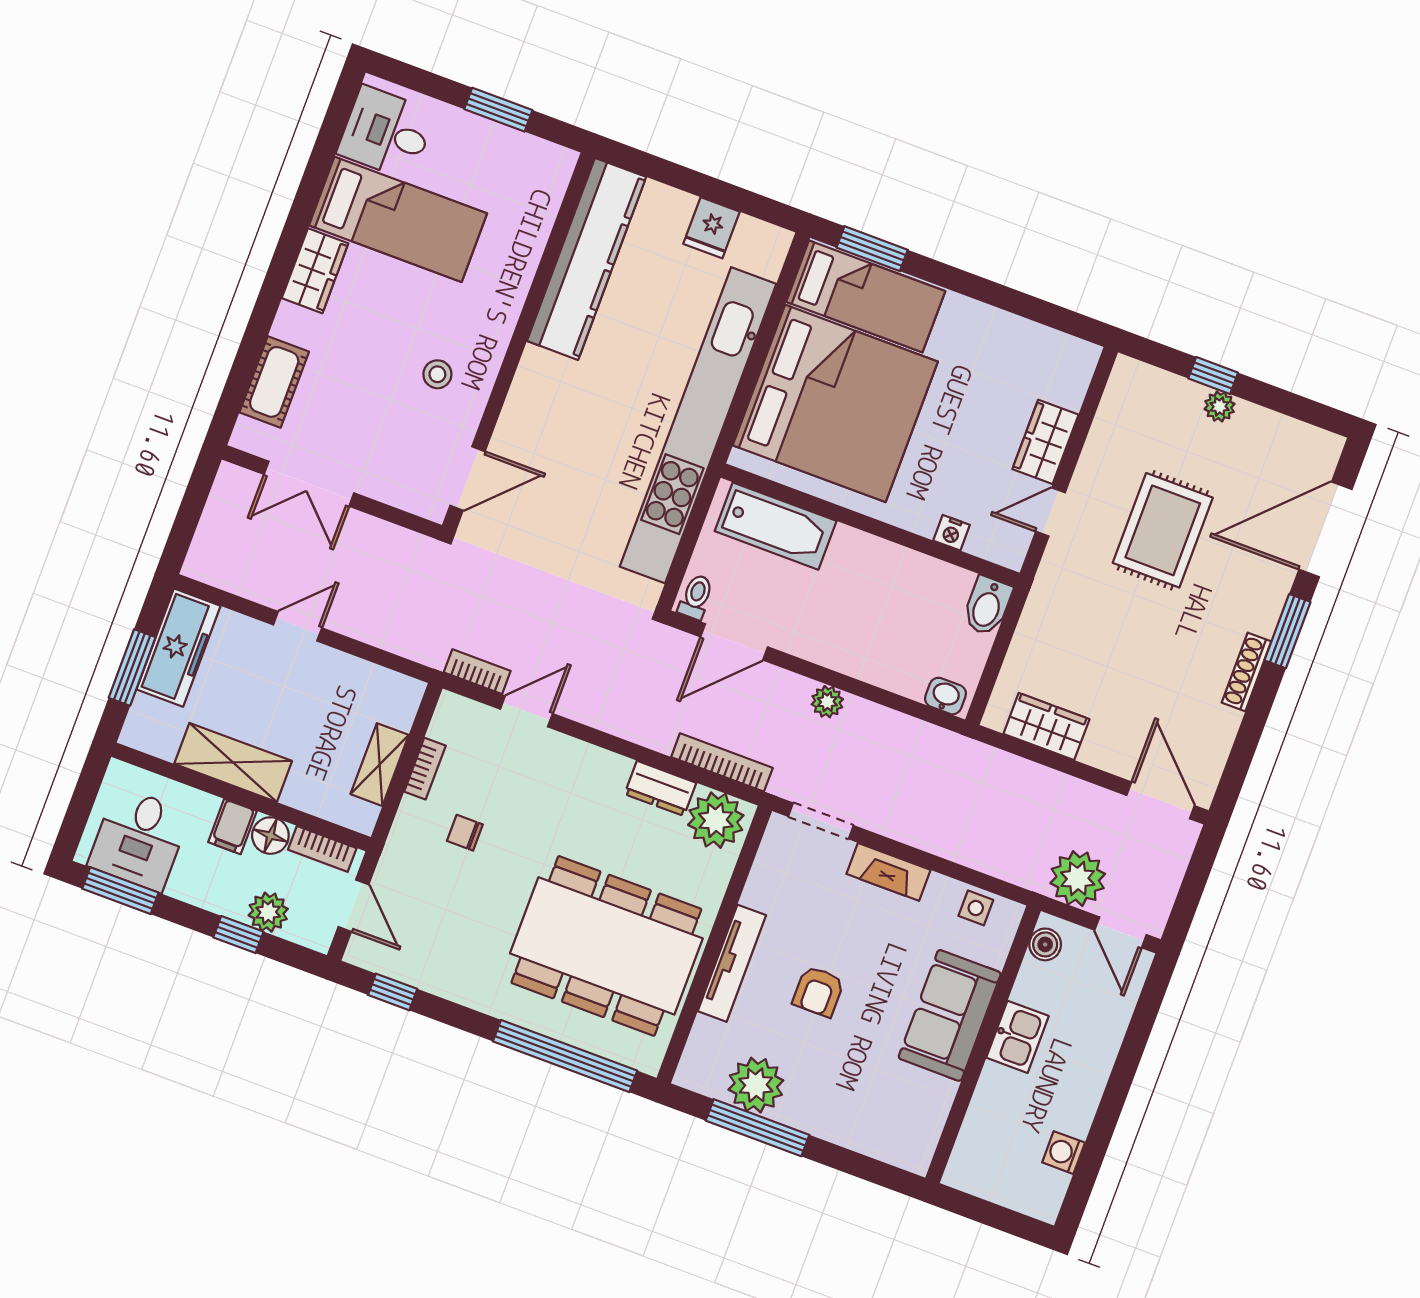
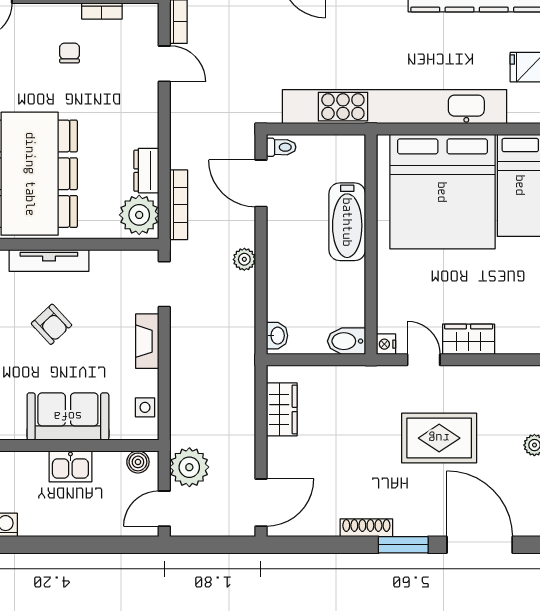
bathtub: (776, 526) -> (347, 222), moved
nightstand: (952, 533) -> (386, 344), moved
armchair: (818, 991) -> (52, 324), turned -133

